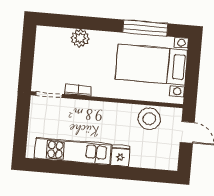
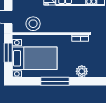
window: (145, 28) -> (55, 81), moved
window: (192, 77) -> (8, 53), added

